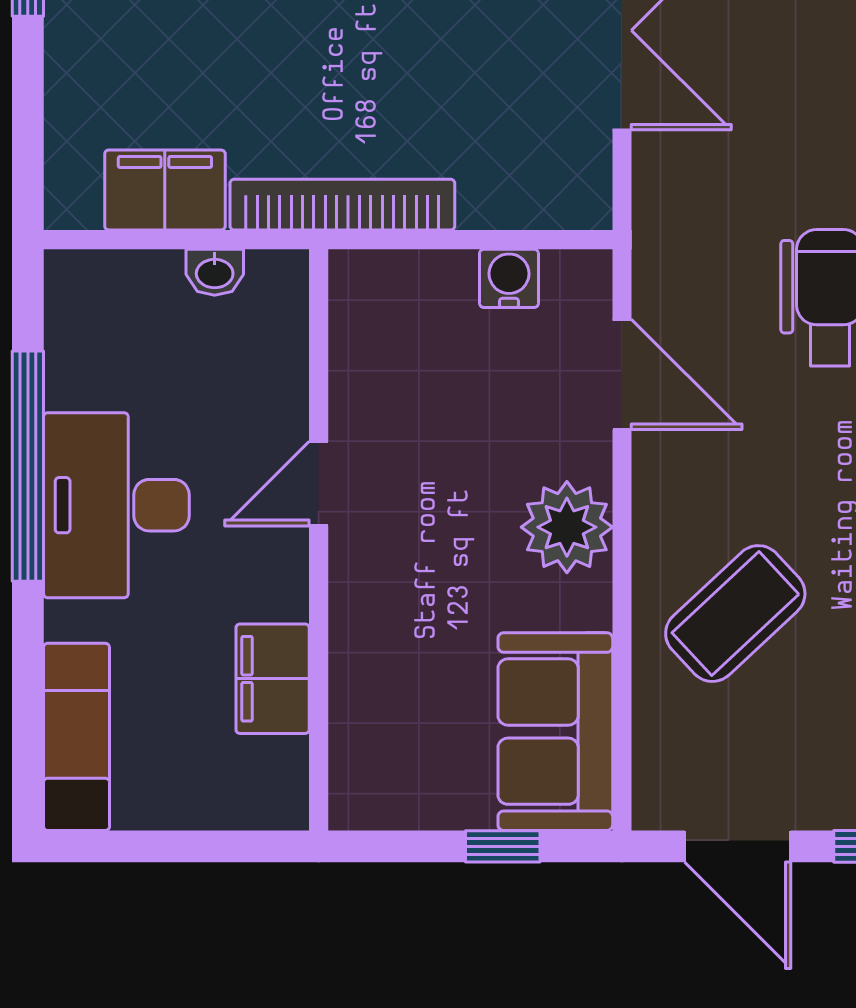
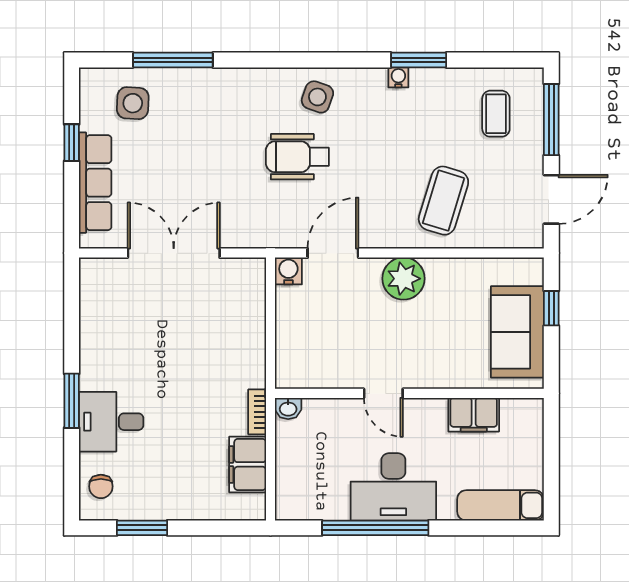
bookcase: (342, 205) -> (257, 412), width x0.43, depth x0.76
washbasin: (215, 272) -> (288, 408), moved, turned 90
water cooler: (509, 278) -> (288, 271), moved, turned 90
coffee table: (735, 614) -> (443, 201), turned 60
sofa: (555, 732) -> (517, 332), moved, turned 90

